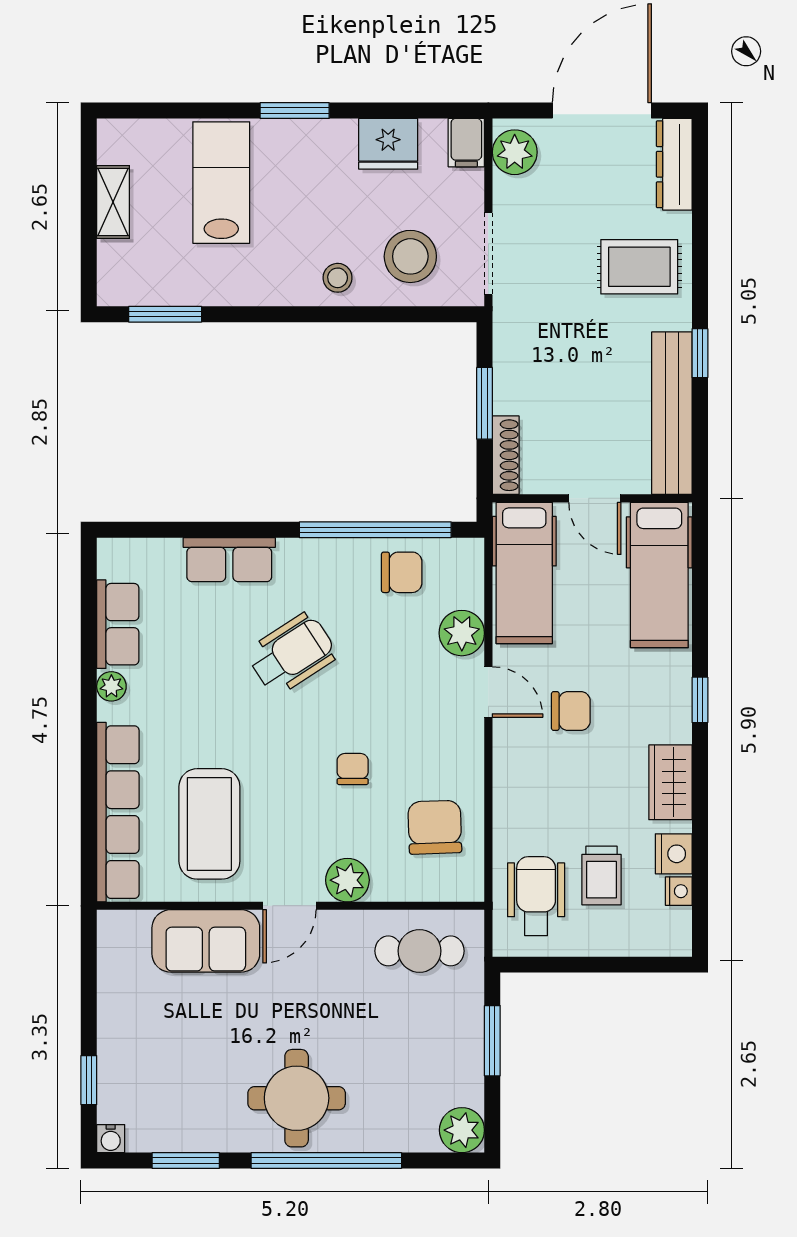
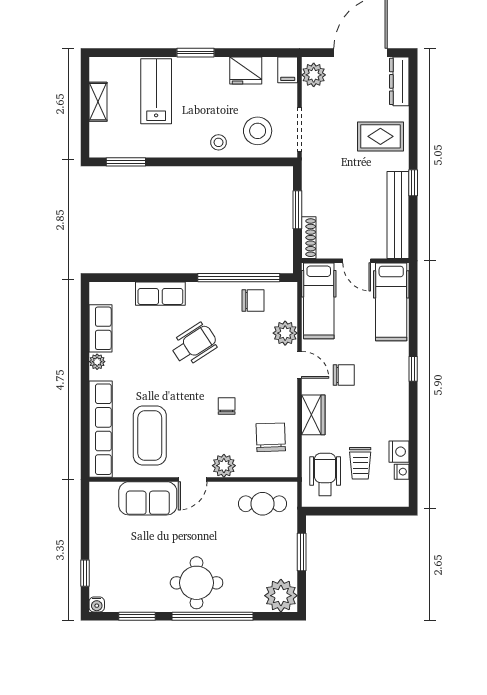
wardrobe: (670, 782) -> (313, 415), moved, turned 180
plant: (462, 1130) -> (281, 596), width x1.36, depth x1.36

